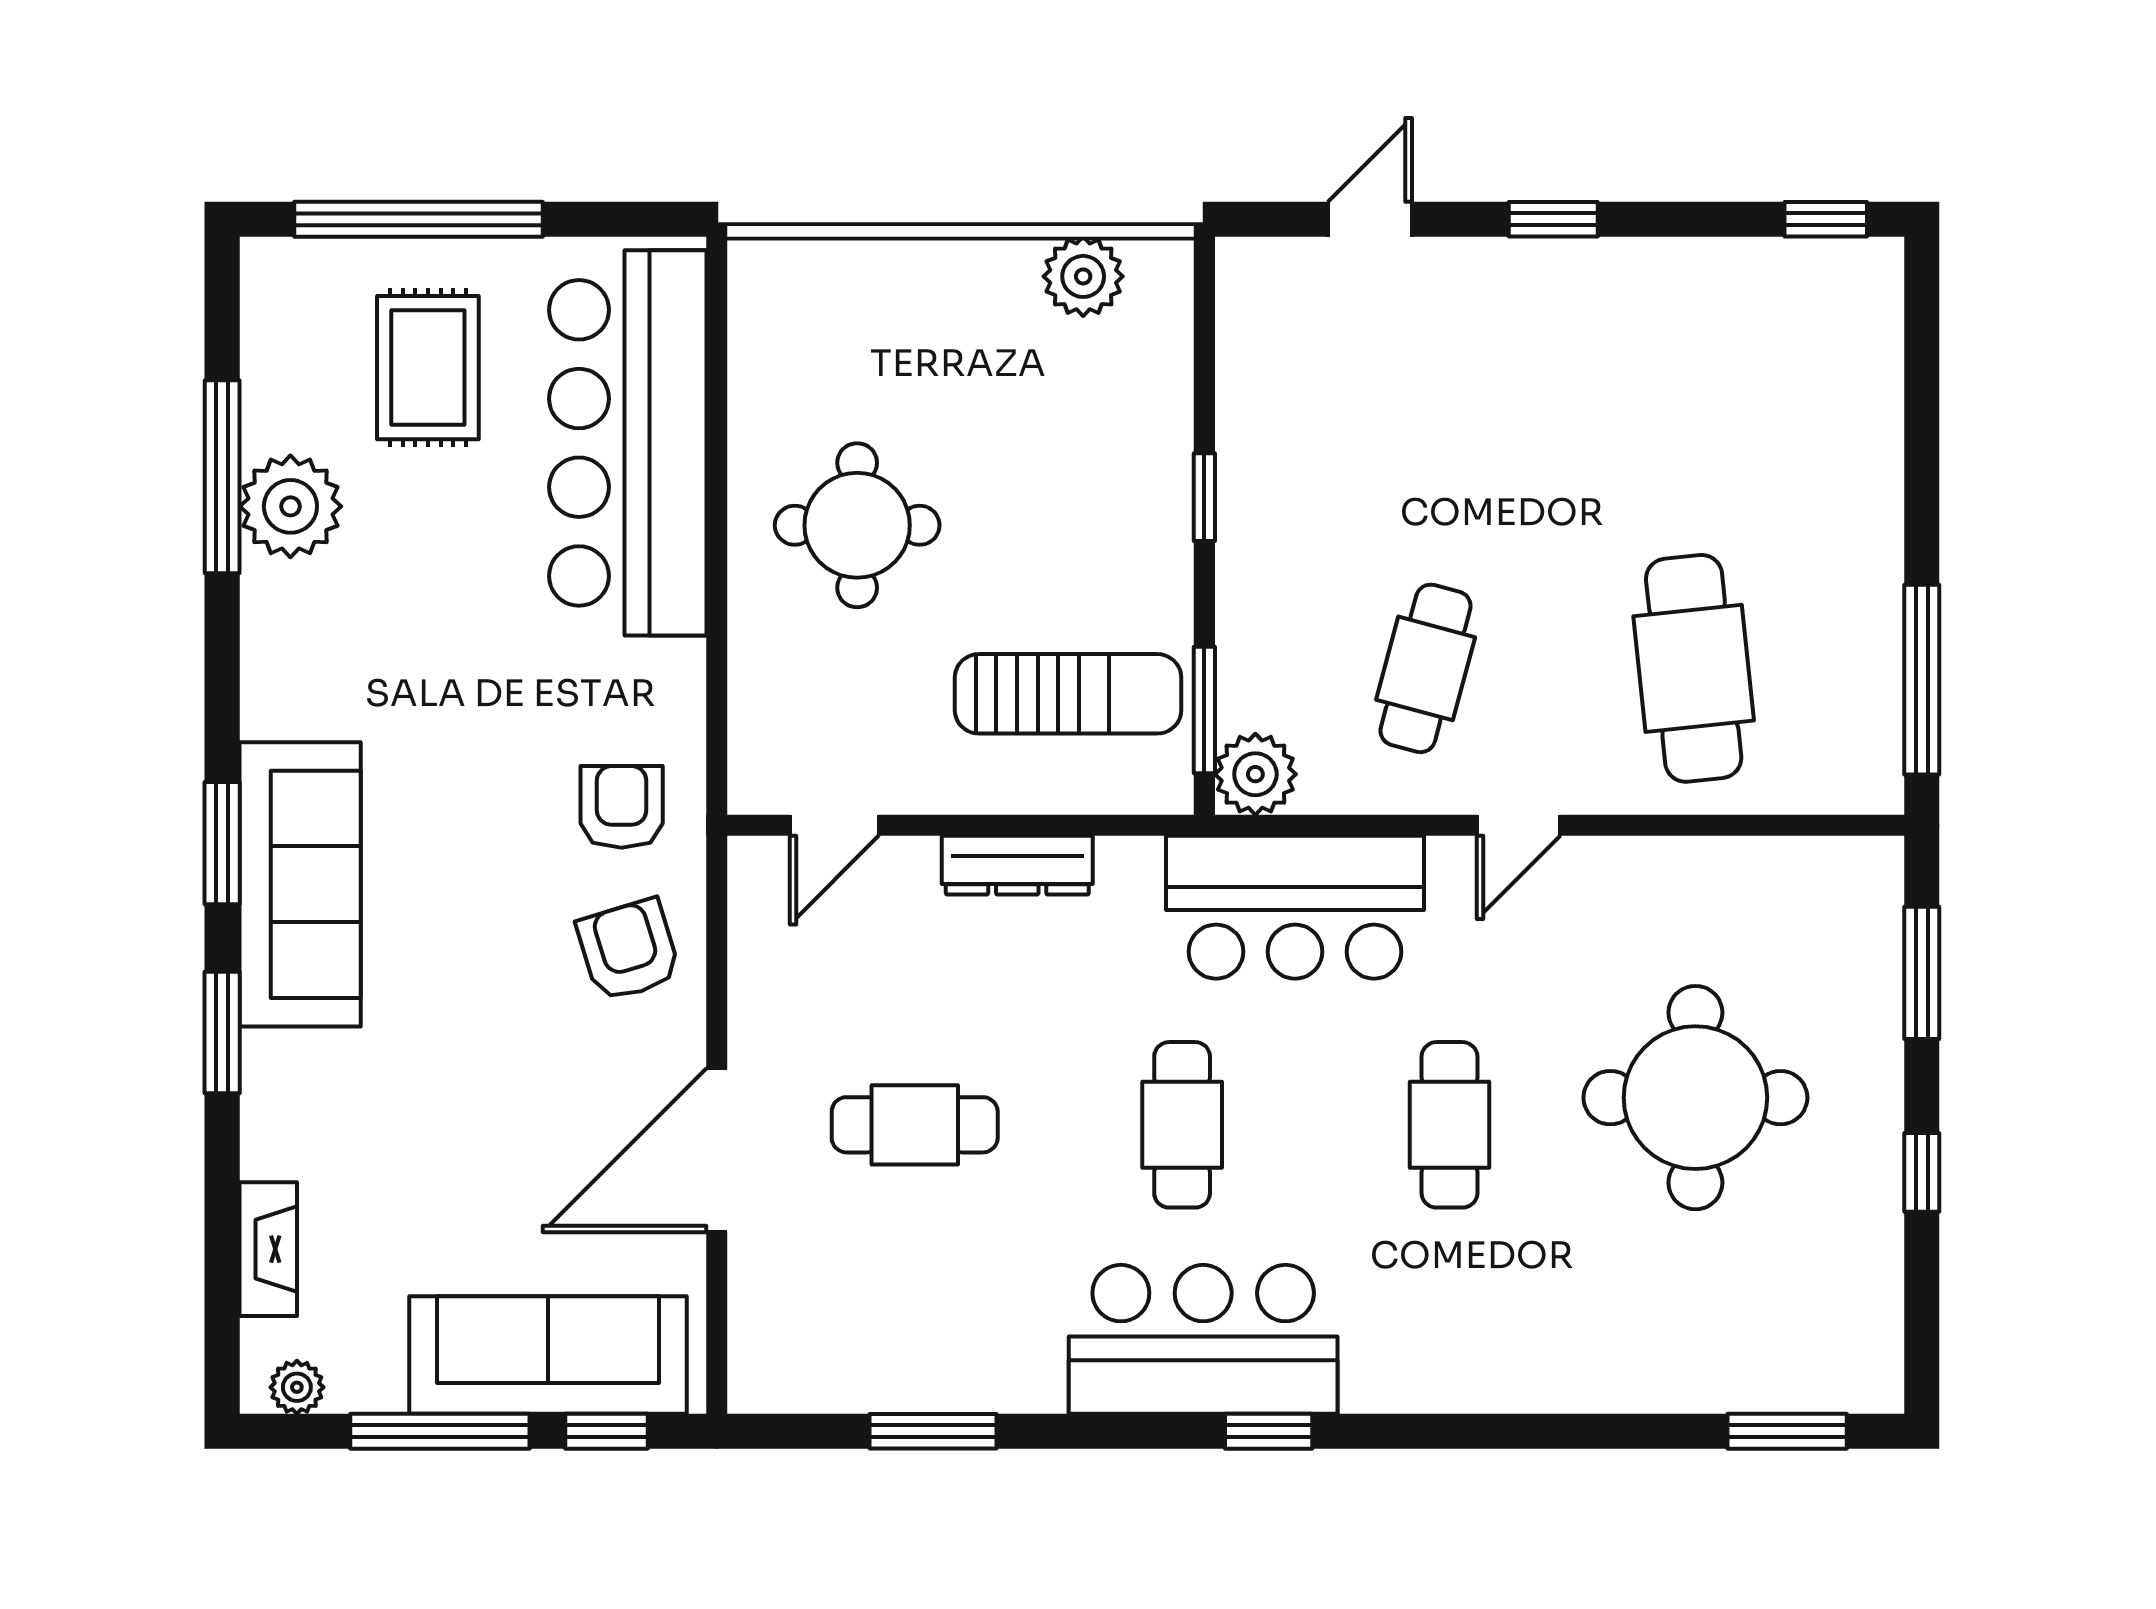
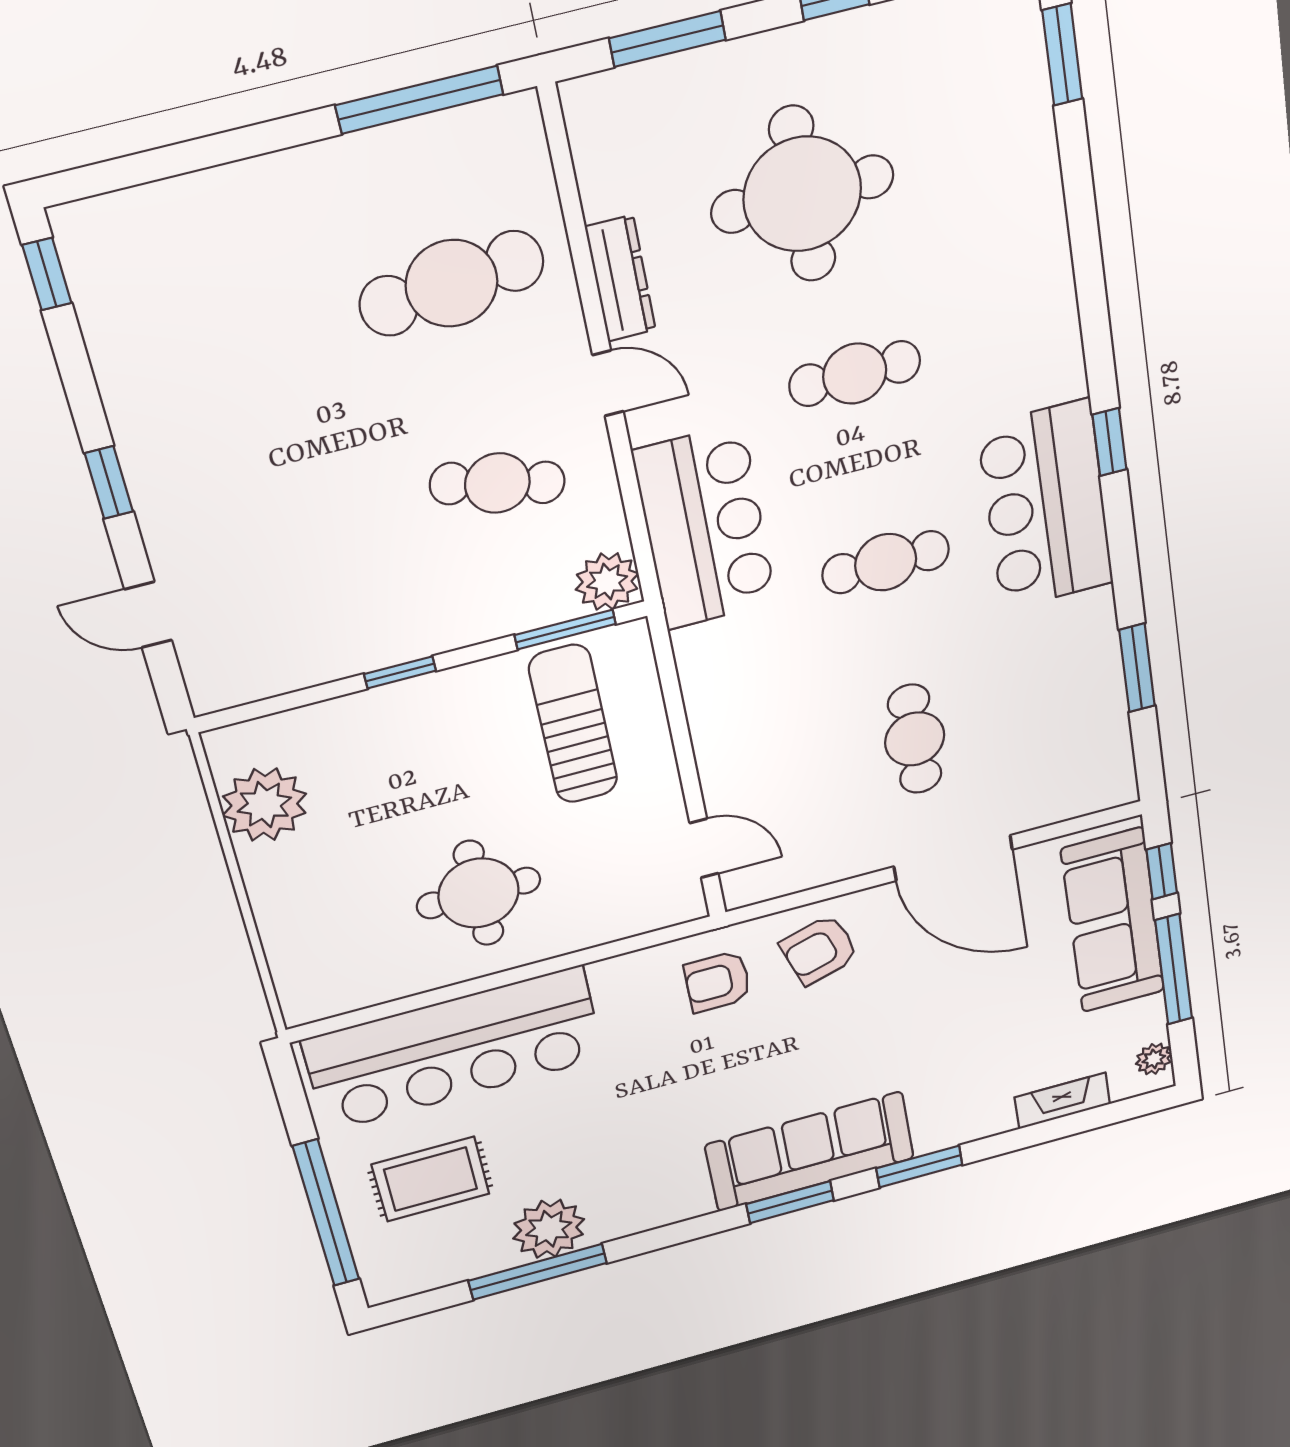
plant: (1083, 276) -> (264, 805), width x1.36, depth x1.36
dresser: (1017, 865) -> (620, 279), moved

